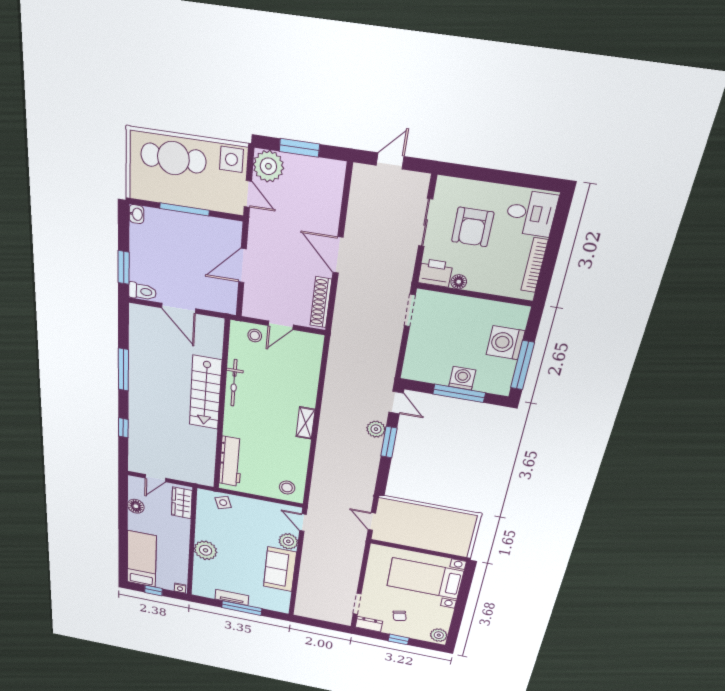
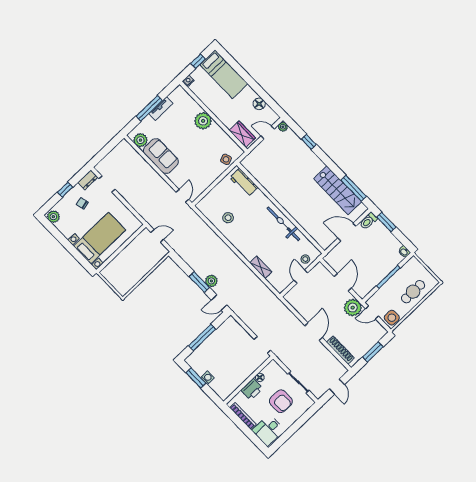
cafe table: (173, 158) -> (413, 292), width x0.73, depth x0.74
plant: (268, 166) -> (353, 308), moved
armchair: (473, 227) -> (281, 401), turned 180
door: (338, 255) -> (314, 332), hinge flipped
printer: (435, 273) -> (252, 389), moved
shoe rack: (321, 302) -> (340, 350), moved
washing machine: (505, 343) -> (207, 378), width x0.53, depth x0.53
window: (522, 365) -> (196, 378), width x0.69
window: (123, 370) -> (354, 188), moved
washing machine: (462, 378) -> (209, 345), removed
bicycle: (234, 383) -> (283, 224), width x1.37, depth x1.40
stairs: (205, 393) -> (338, 190), moved, turned 180
shelving: (306, 423) -> (261, 267), moved
workbench: (231, 461) -> (244, 182), width x0.73
plant: (135, 466) -> (283, 127), added
door: (155, 478) -> (268, 132), hinge flipped
stool: (287, 488) -> (228, 218), moved
door: (303, 523) -> (182, 196), hinge flipped
plant: (288, 541) -> (140, 140), moved

